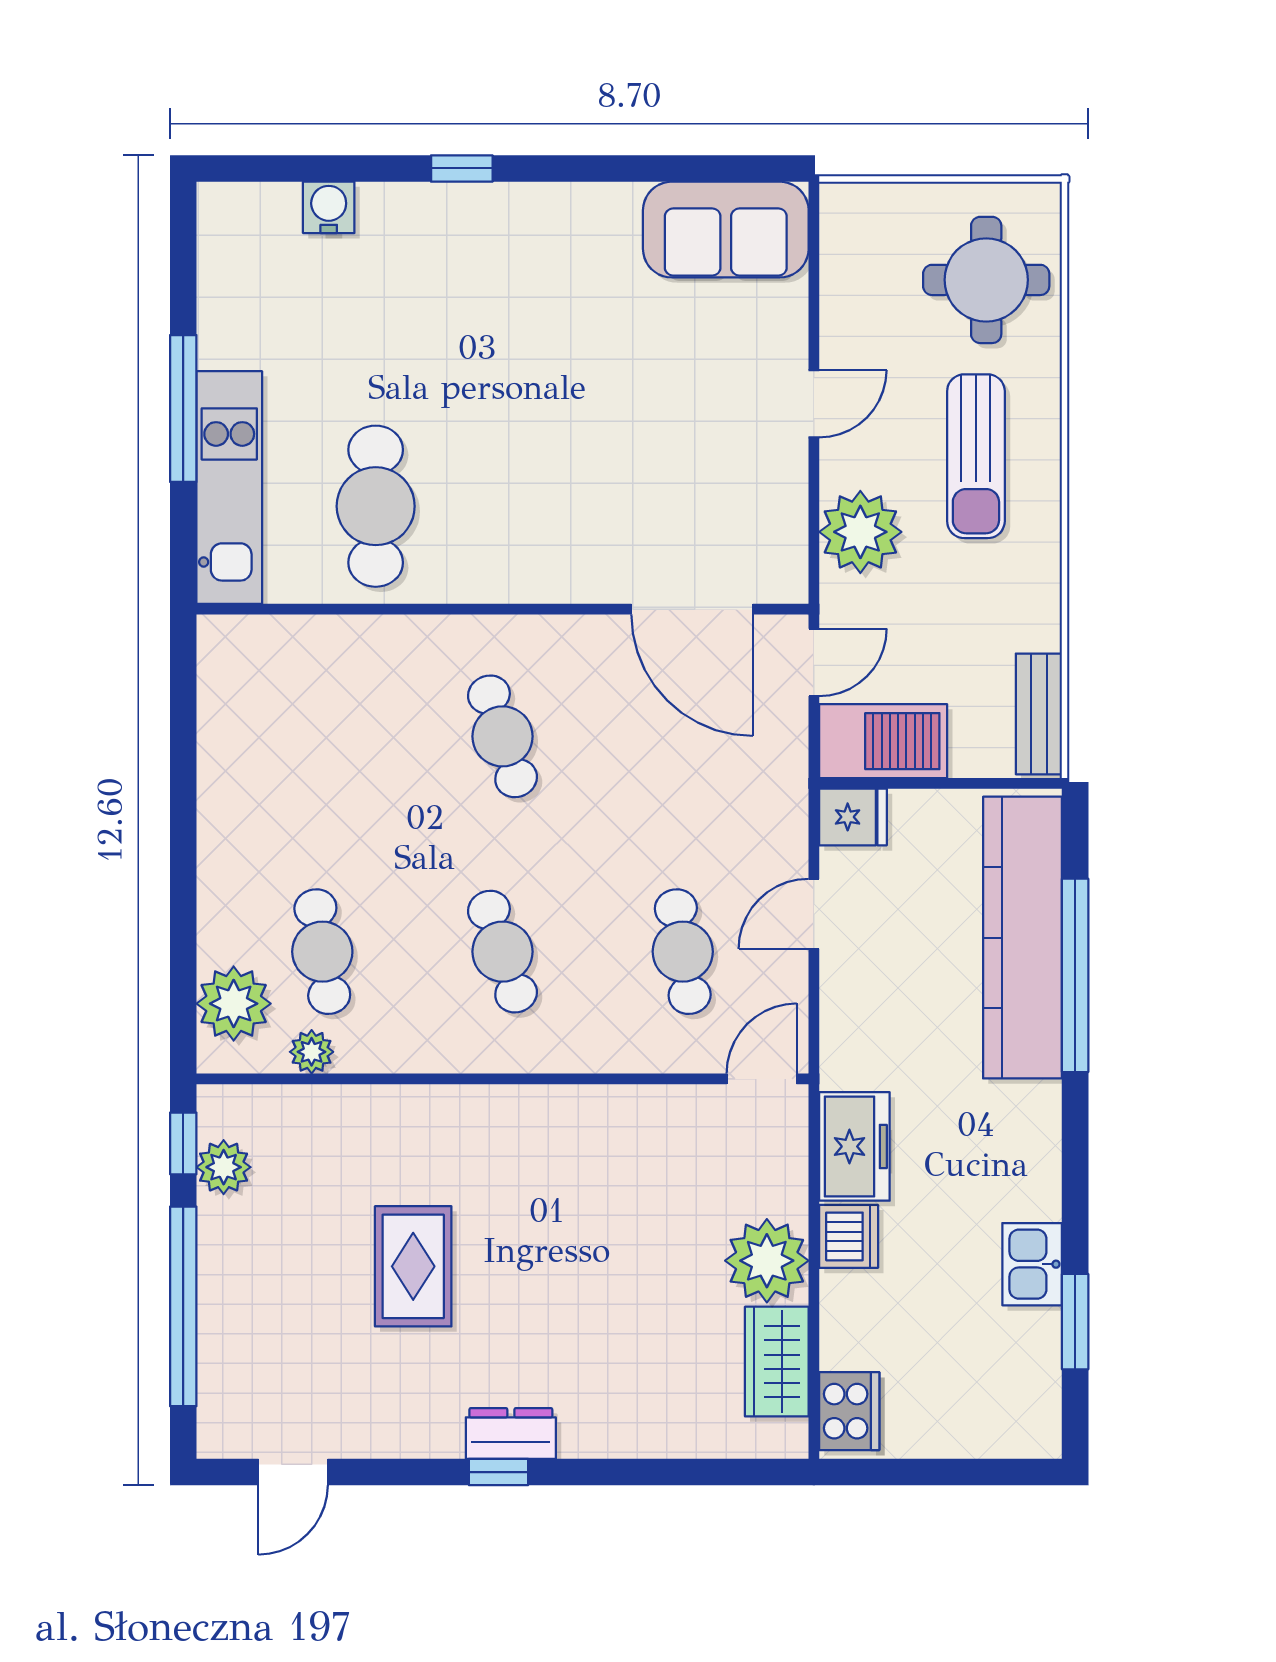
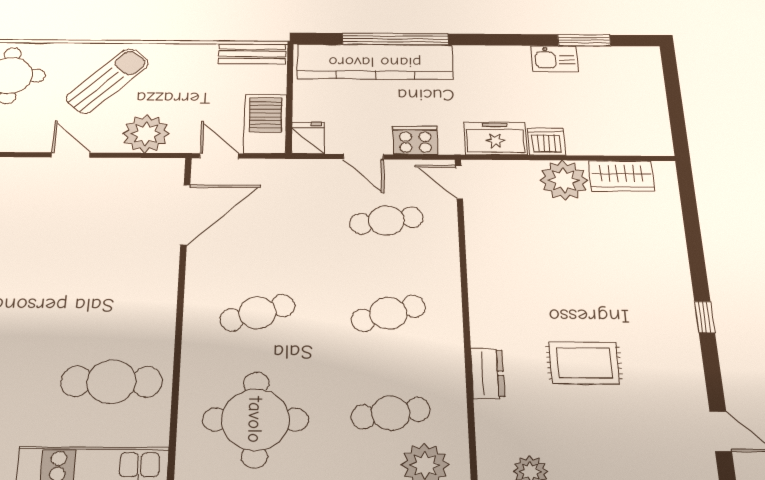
sun lounger: (976, 456) -> (108, 81), turned -47
round table: (310, 738) -> (255, 420), added
plant: (312, 1052) -> (454, 420), removed
cooker: (849, 1411) -> (415, 140), moved
dresser: (511, 1433) -> (488, 373), moved, turned 180

